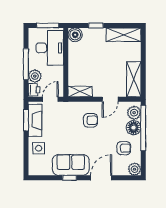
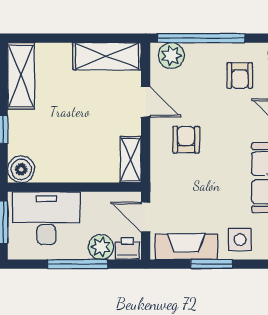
window: (26, 120) -> (211, 264), moved
floor lamp: (134, 128) -> (200, 57), removed
armchair: (124, 148) -> (240, 76), turned 180

